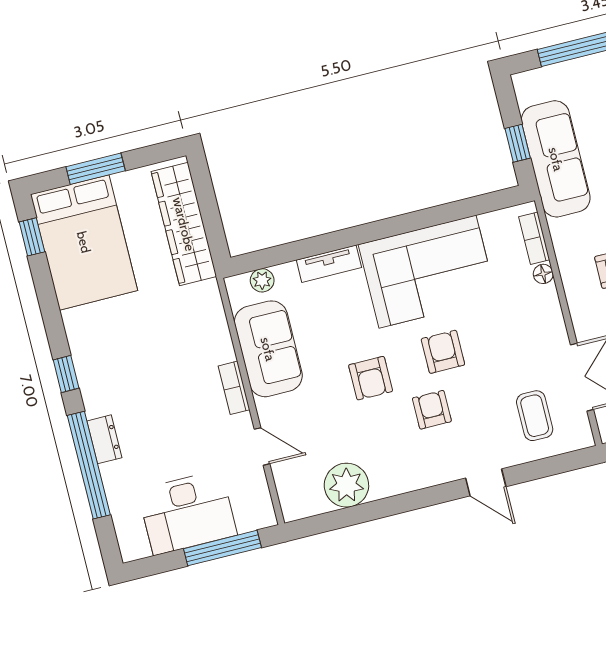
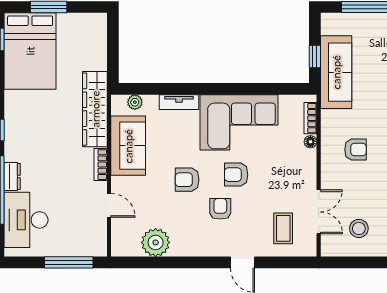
wardrobe: (184, 224) -> (95, 109), moved
armchair: (443, 352) -> (236, 175), turned -90
armchair: (371, 378) -> (187, 180), turned 90
desk: (187, 512) -> (26, 220), moved, turned 90

